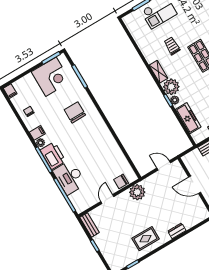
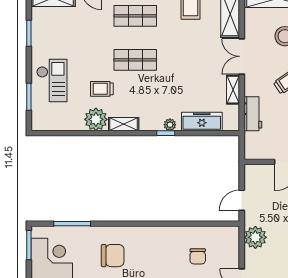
plant: (171, 87) -> (96, 119), moved
chair: (75, 112) -> (113, 256), turned 180
door: (164, 165) -> (242, 200), moved
chair: (121, 181) -> (198, 256), moved

